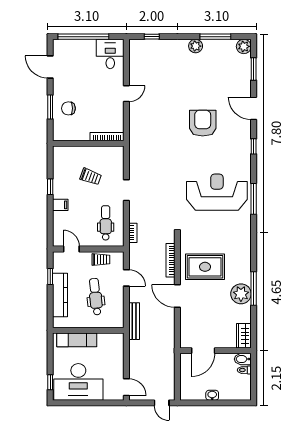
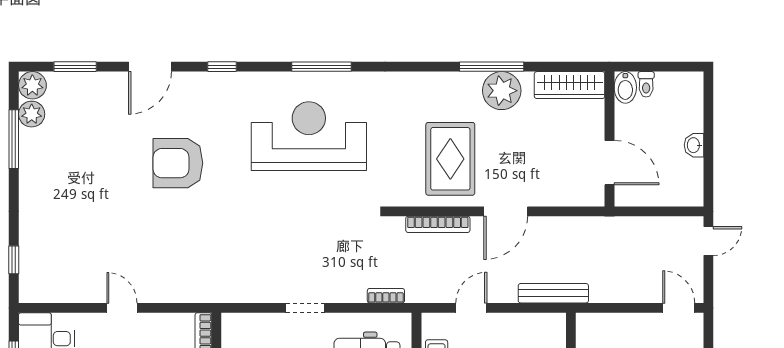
plant: (196, 46) -> (32, 114), moved
reception desk: (217, 192) -> (309, 136), turned 90
wardrobe: (244, 336) -> (570, 85), width x1.50
door: (126, 387) -> (679, 308), hinge flipped

